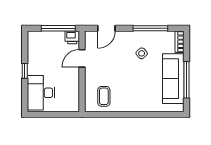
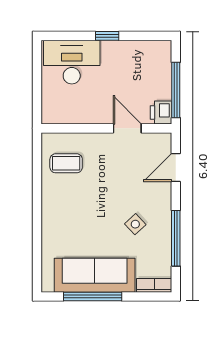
door: (106, 28) -> (176, 168), hinge flipped

